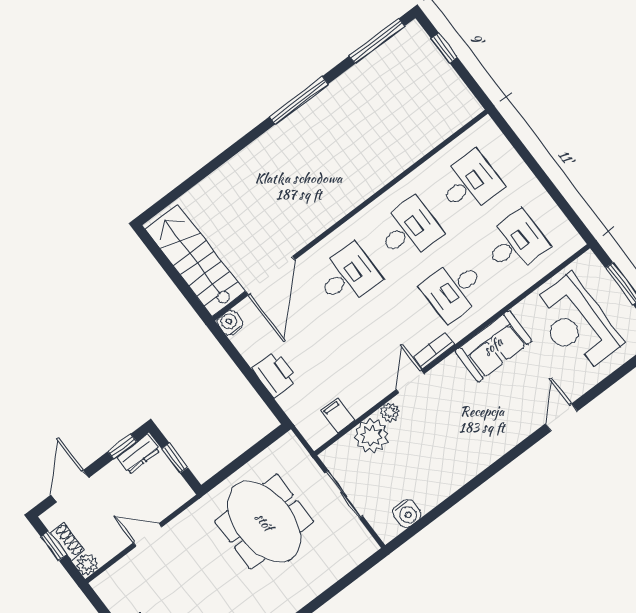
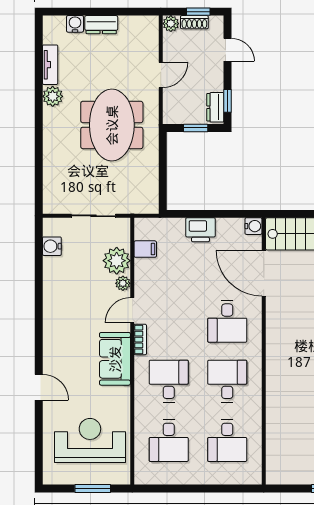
desk: (409, 229) -> (227, 381), turned 180
sofa: (493, 346) -> (115, 359), moved
door: (410, 382) -> (132, 310), swing flipped
door: (70, 486) -> (228, 50), width x0.73
meeting table: (264, 522) -> (112, 125), moved, turned 90

